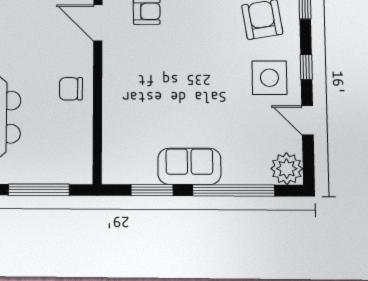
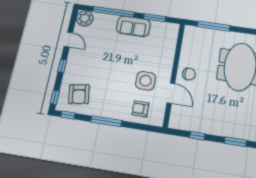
door: (98, 23) -> (171, 93), moved
side table: (269, 78) -> (145, 81), moved

